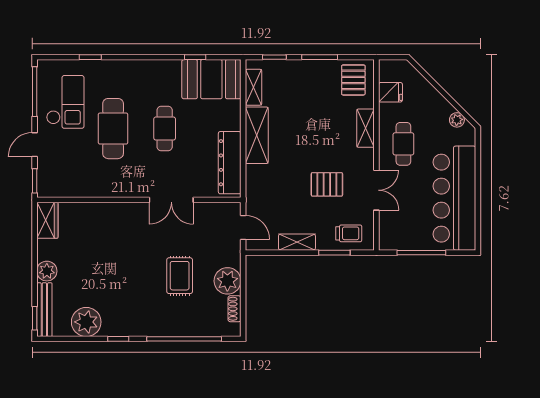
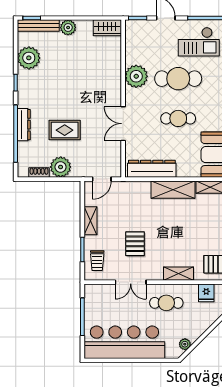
plant: (110, 183) -> (136, 76), added
dresser: (173, 328) -> (24, 125), added

